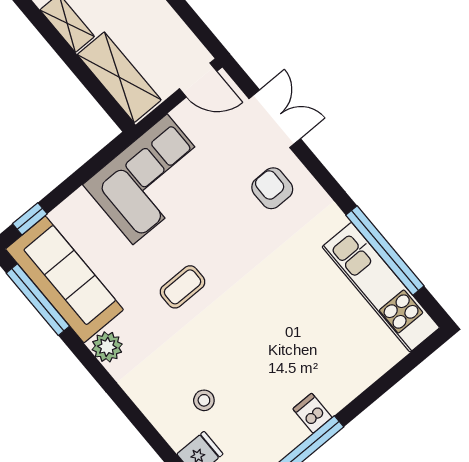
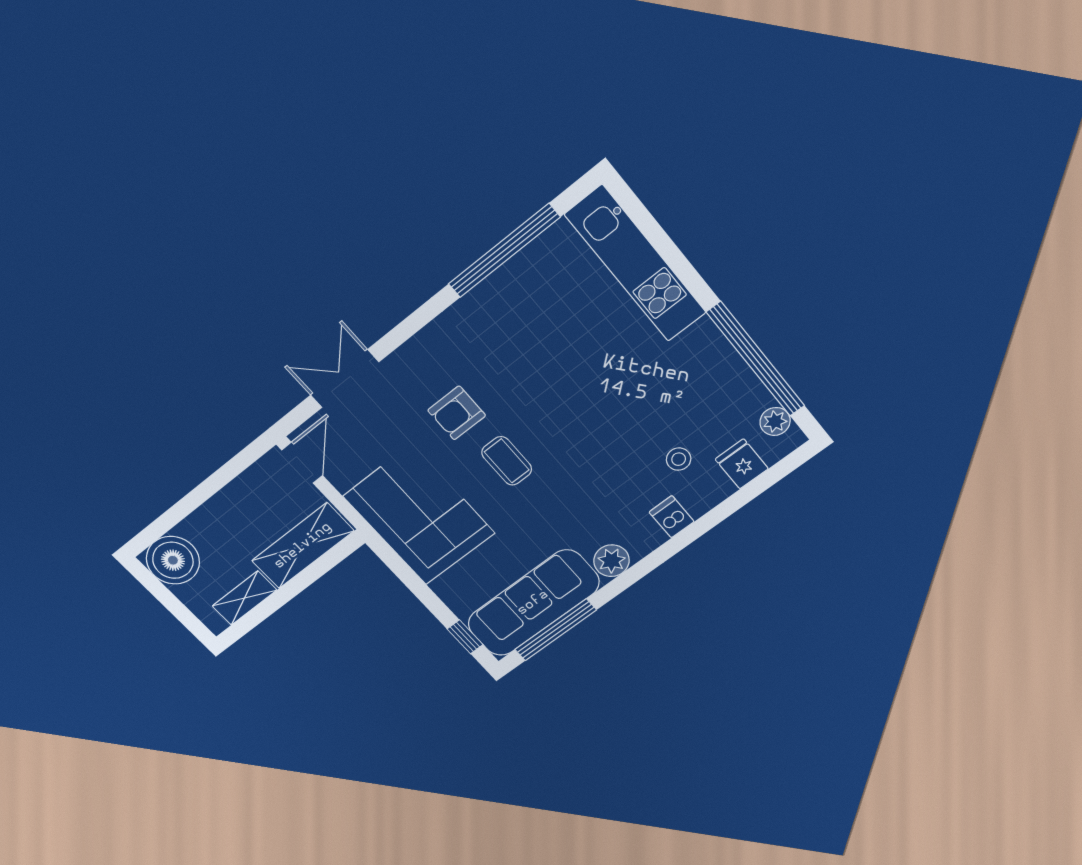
armchair: (272, 188) -> (457, 413), moved
coffee table: (183, 287) -> (507, 461), moved
kitchen unit: (381, 287) -> (636, 264), moved, turned 90
dishwasher: (312, 413) -> (672, 517), moved, turned 90

